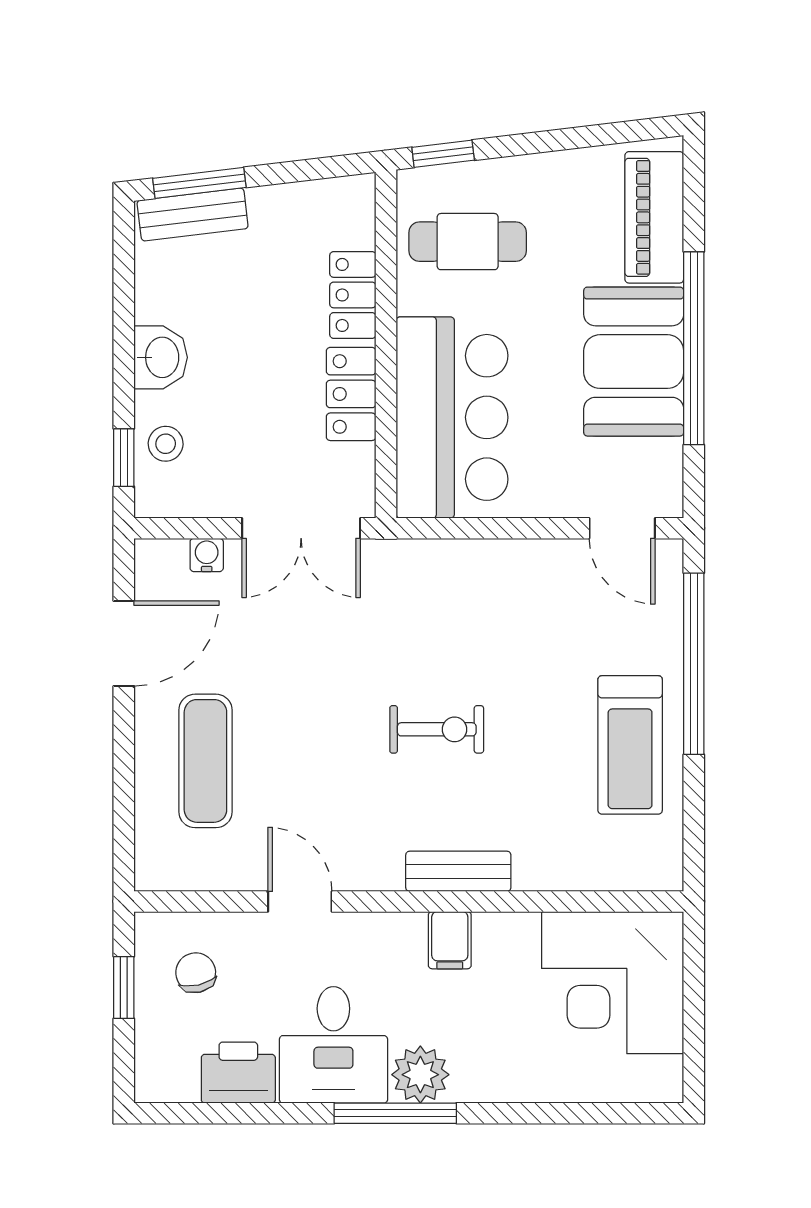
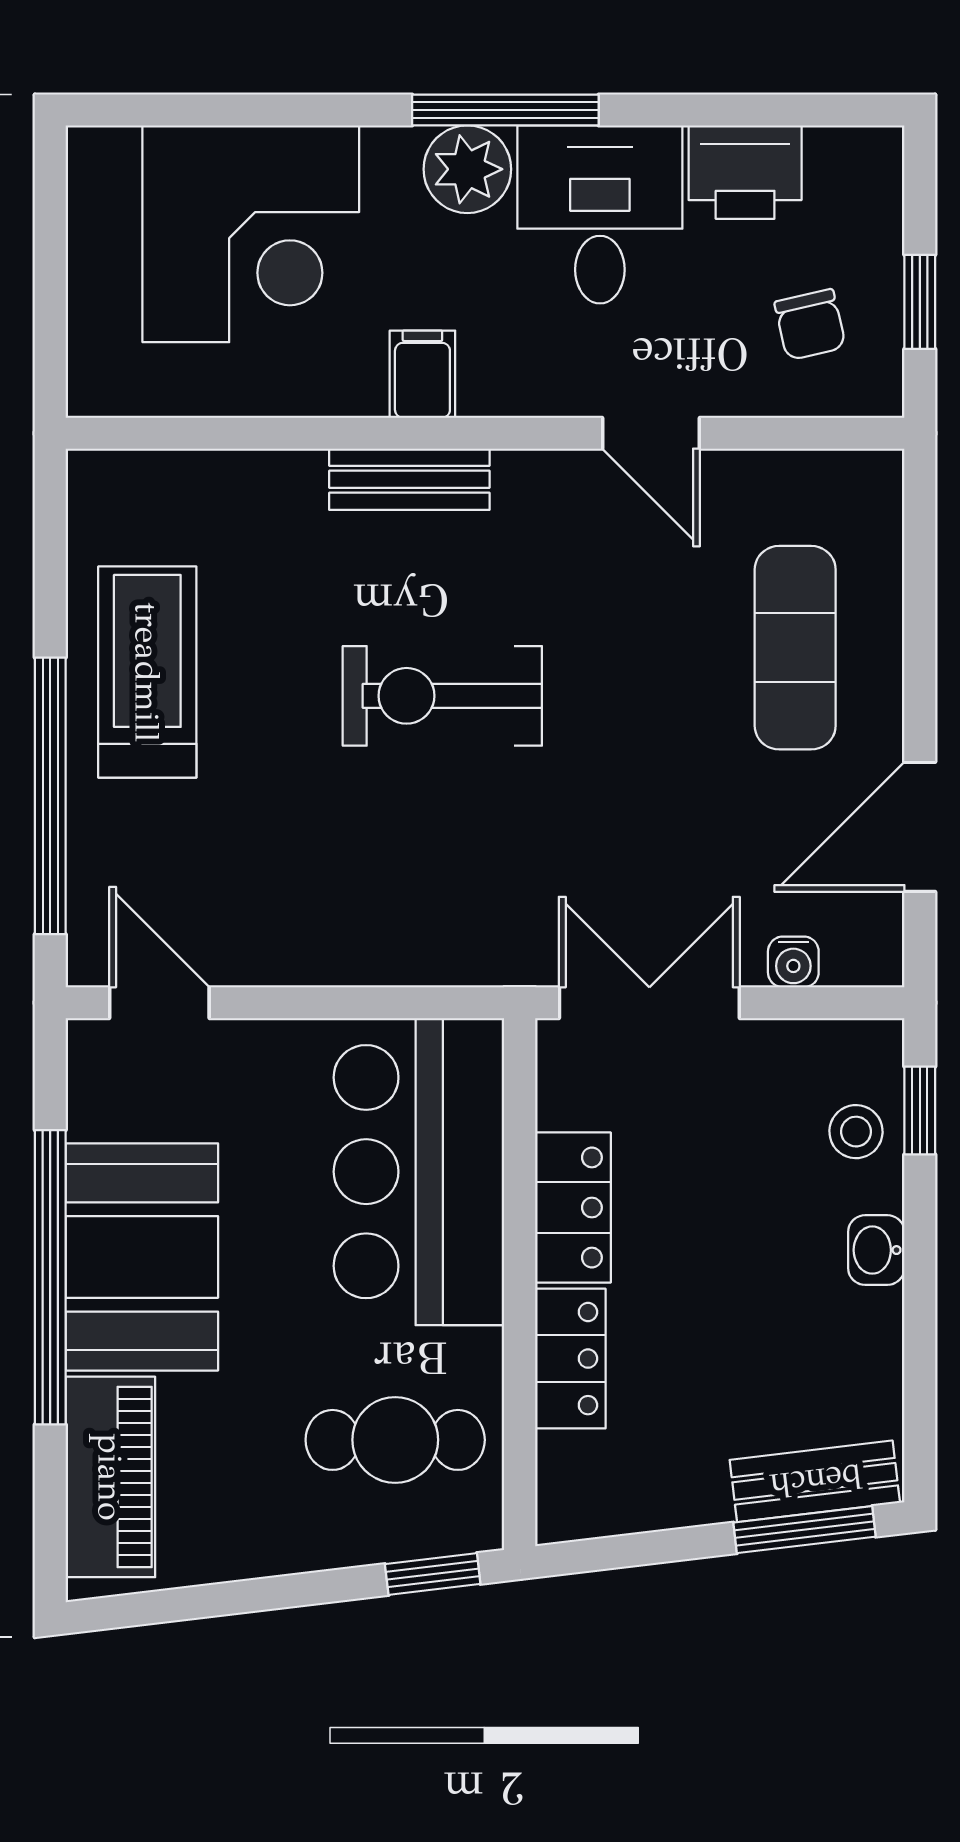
washbasin: (161, 357) -> (876, 1250), width x0.72, depth x0.69
exercise bike: (437, 729) -> (442, 696), width x1.38, depth x1.39
corner desk: (613, 983) -> (251, 234), moved, turned 90

